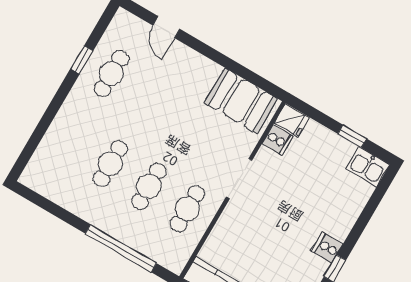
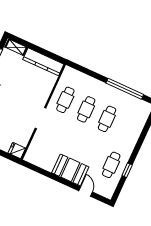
booth: (241, 101) -> (70, 170), moved
cooker: (278, 140) -> (23, 140), removed
window: (121, 248) -> (125, 89), moved

